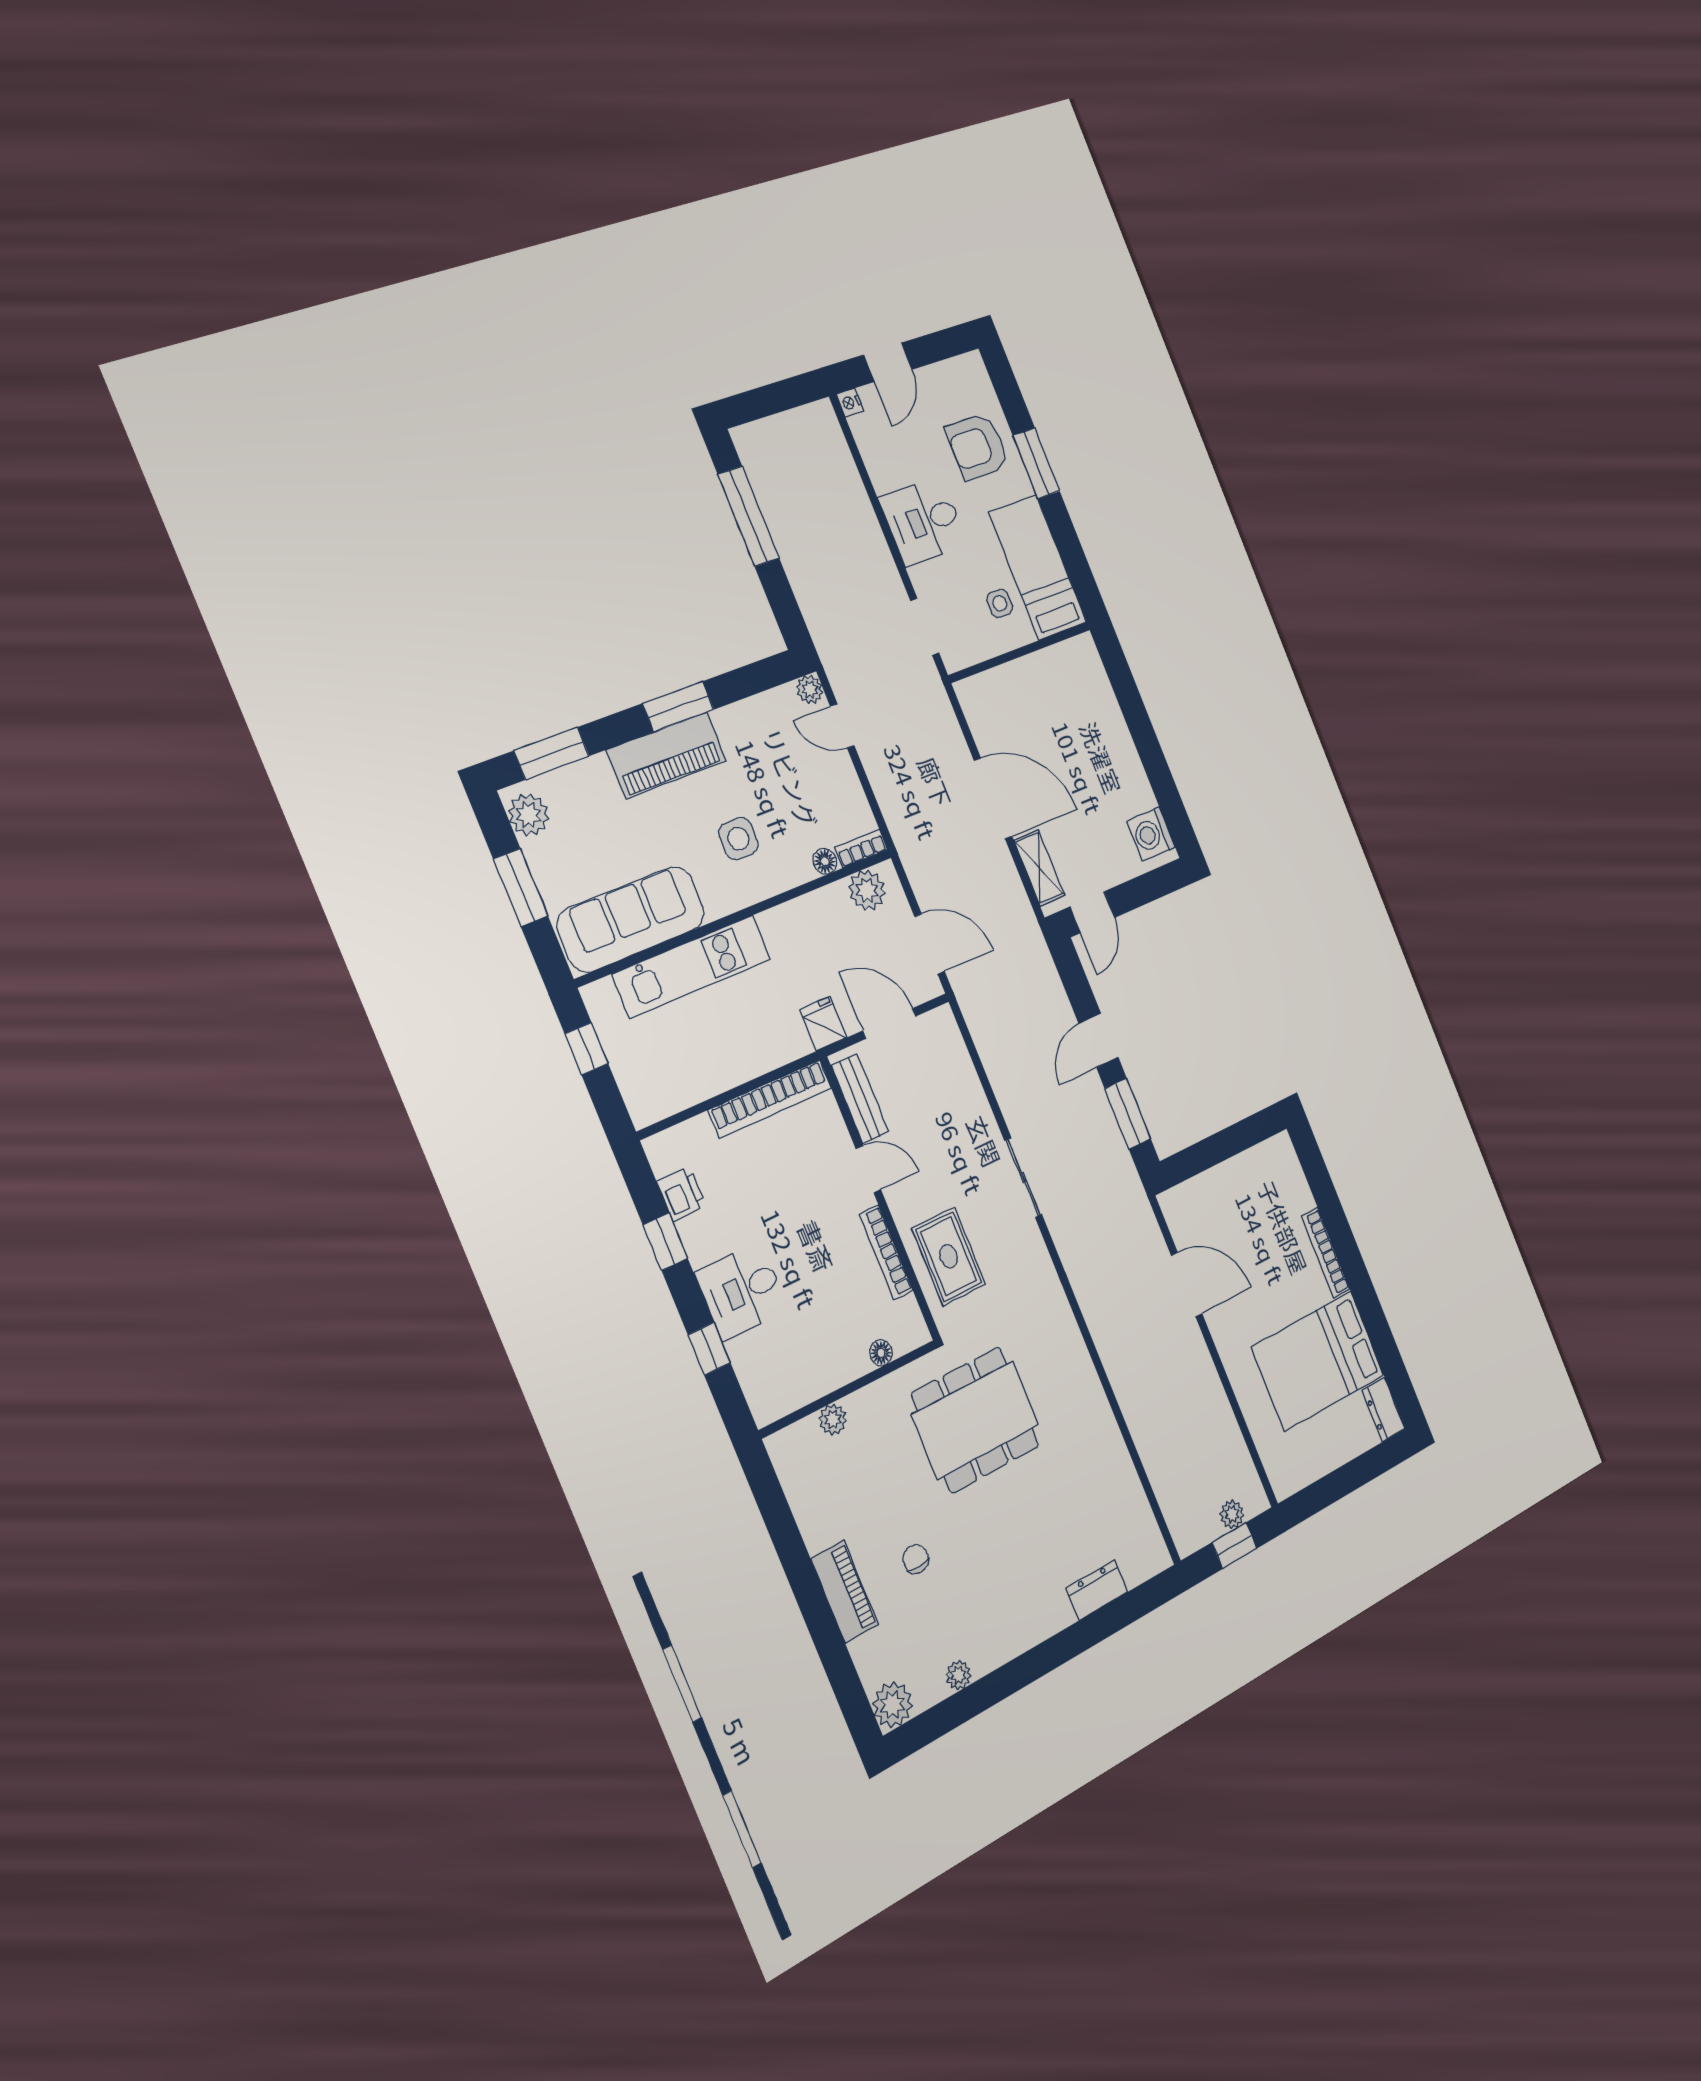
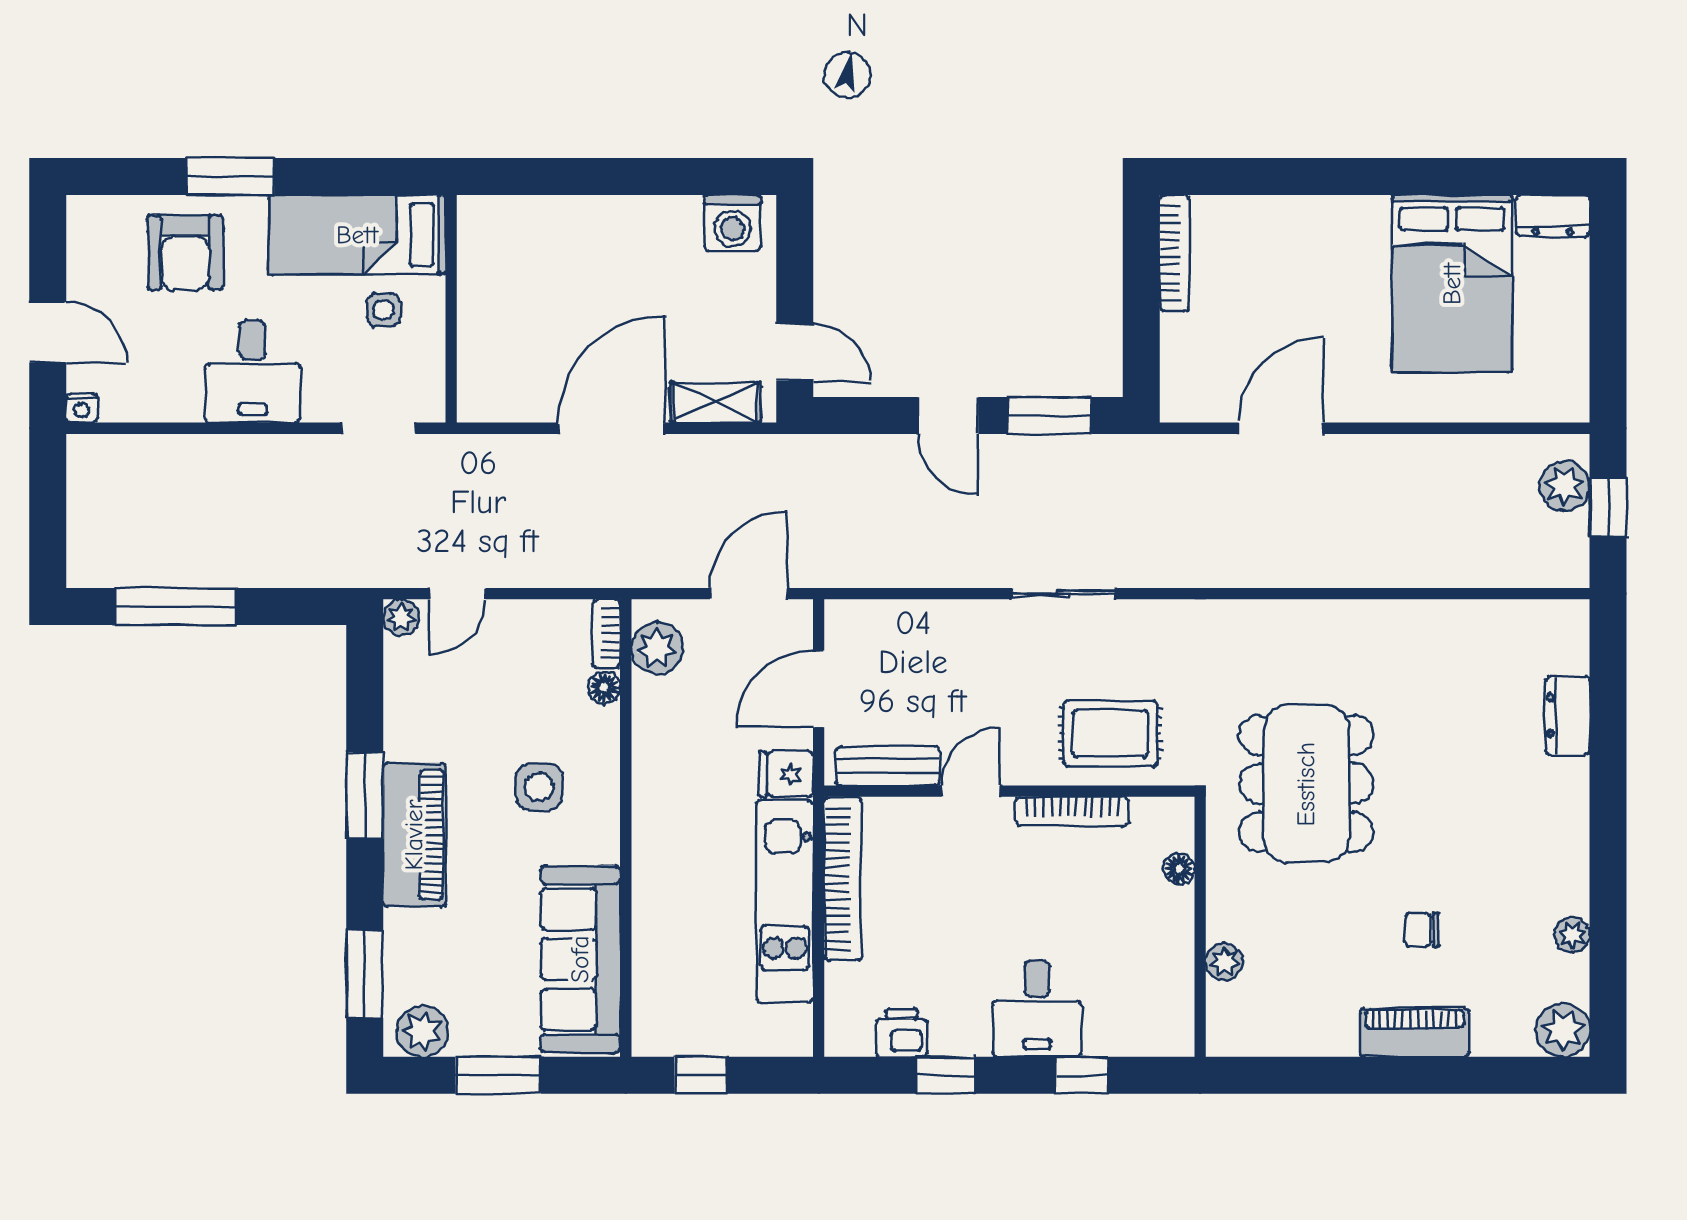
kitchen unit: (692, 966) -> (785, 902), moved, turned 180
bookcase: (1326, 1253) -> (1175, 253), moved, turned -90
plant: (1232, 1514) -> (1565, 486), width x1.38, depth x1.38

